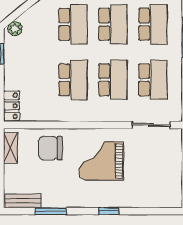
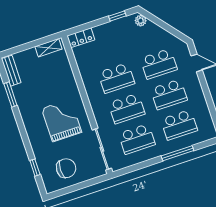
sliding door: (151, 125) -> (102, 149), width x1.37
chair: (50, 148) -> (66, 168), moved, turned 90
window: (109, 211) -> (35, 168), moved

